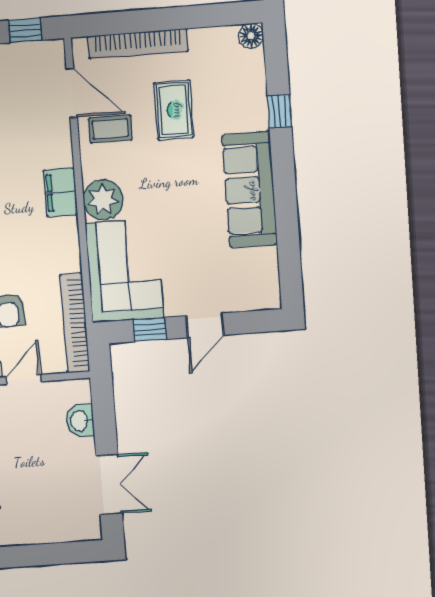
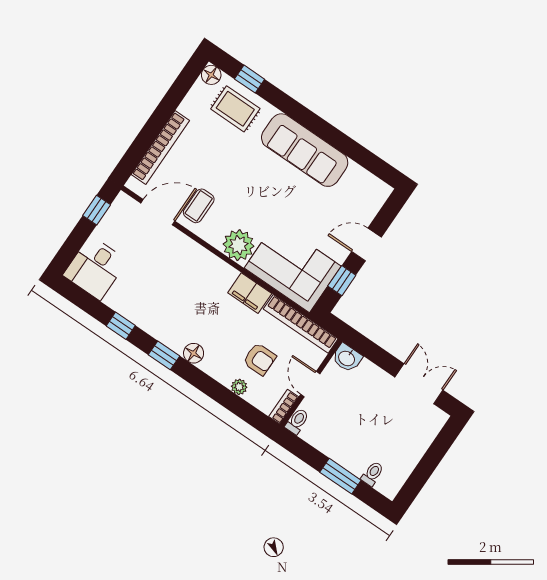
rug: (174, 110) -> (235, 109), moved
window: (279, 111) -> (250, 79), moved
filing cabinet: (61, 192) -> (250, 293), moved
door: (205, 325) -> (367, 244), swing flipped
washbasin: (80, 421) -> (347, 358), moved

